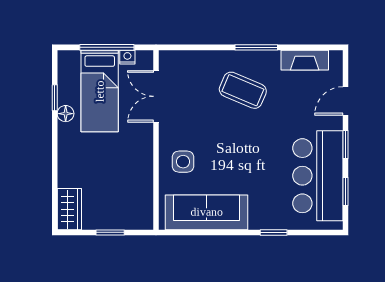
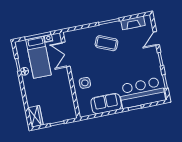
bar counter: (318, 176) -> (142, 93), moved, turned 90
sofa: (207, 212) -> (106, 104), width x0.73

